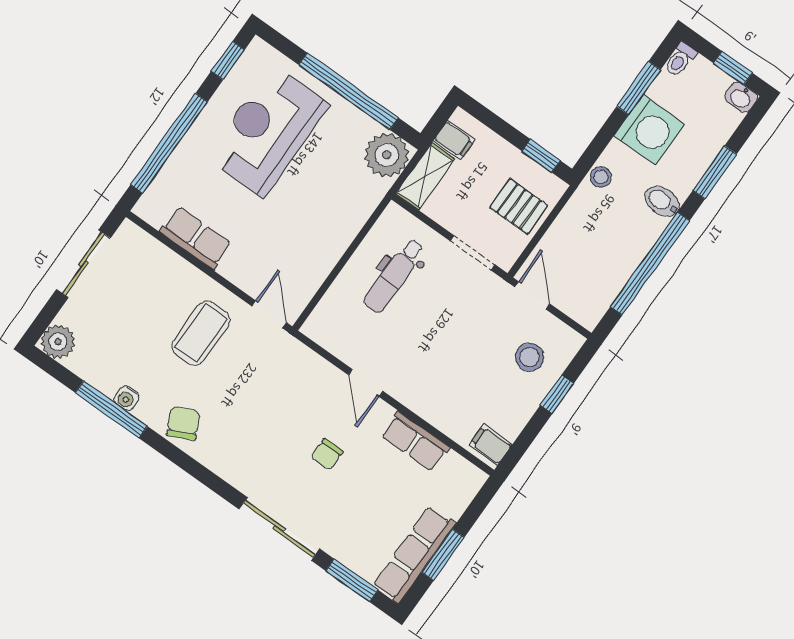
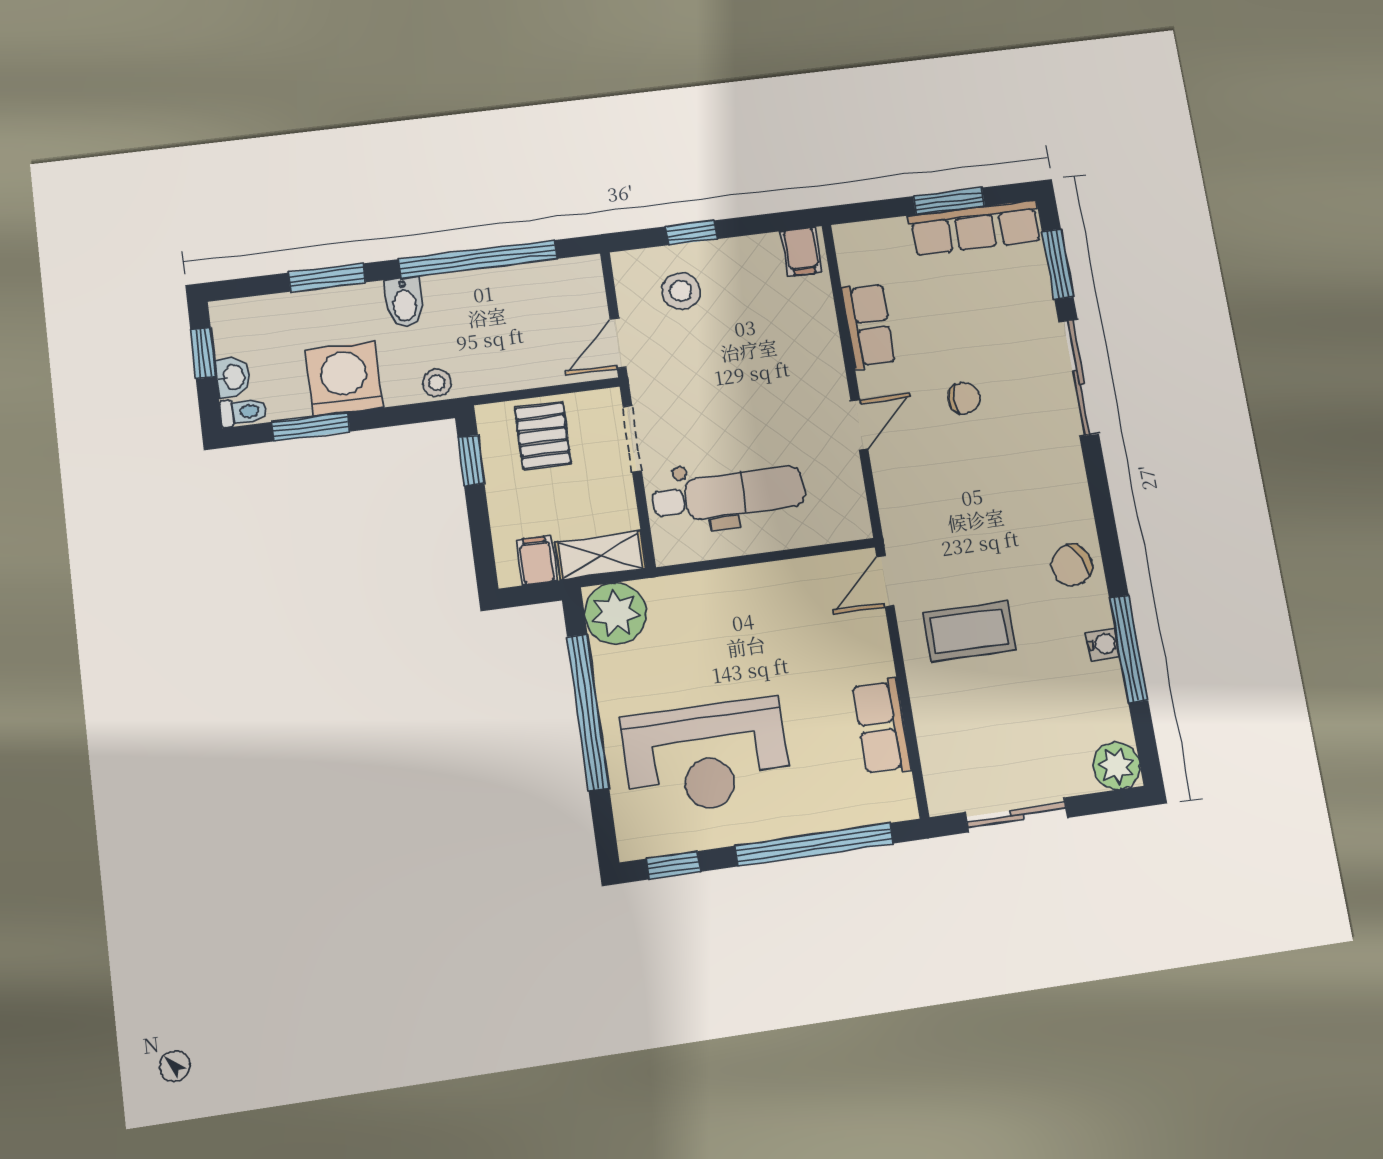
washbasin: (741, 97) -> (233, 377), moved
dental chair: (394, 276) -> (729, 494), width x1.36, depth x1.38

